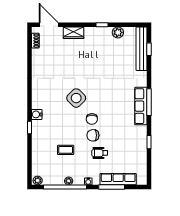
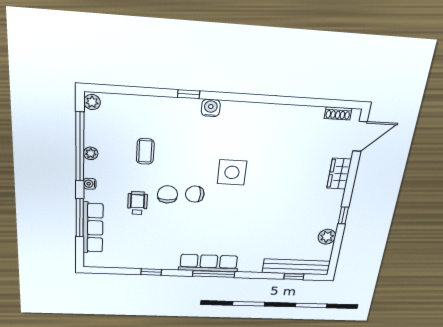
side table: (76, 98) -> (232, 172), turned 45

